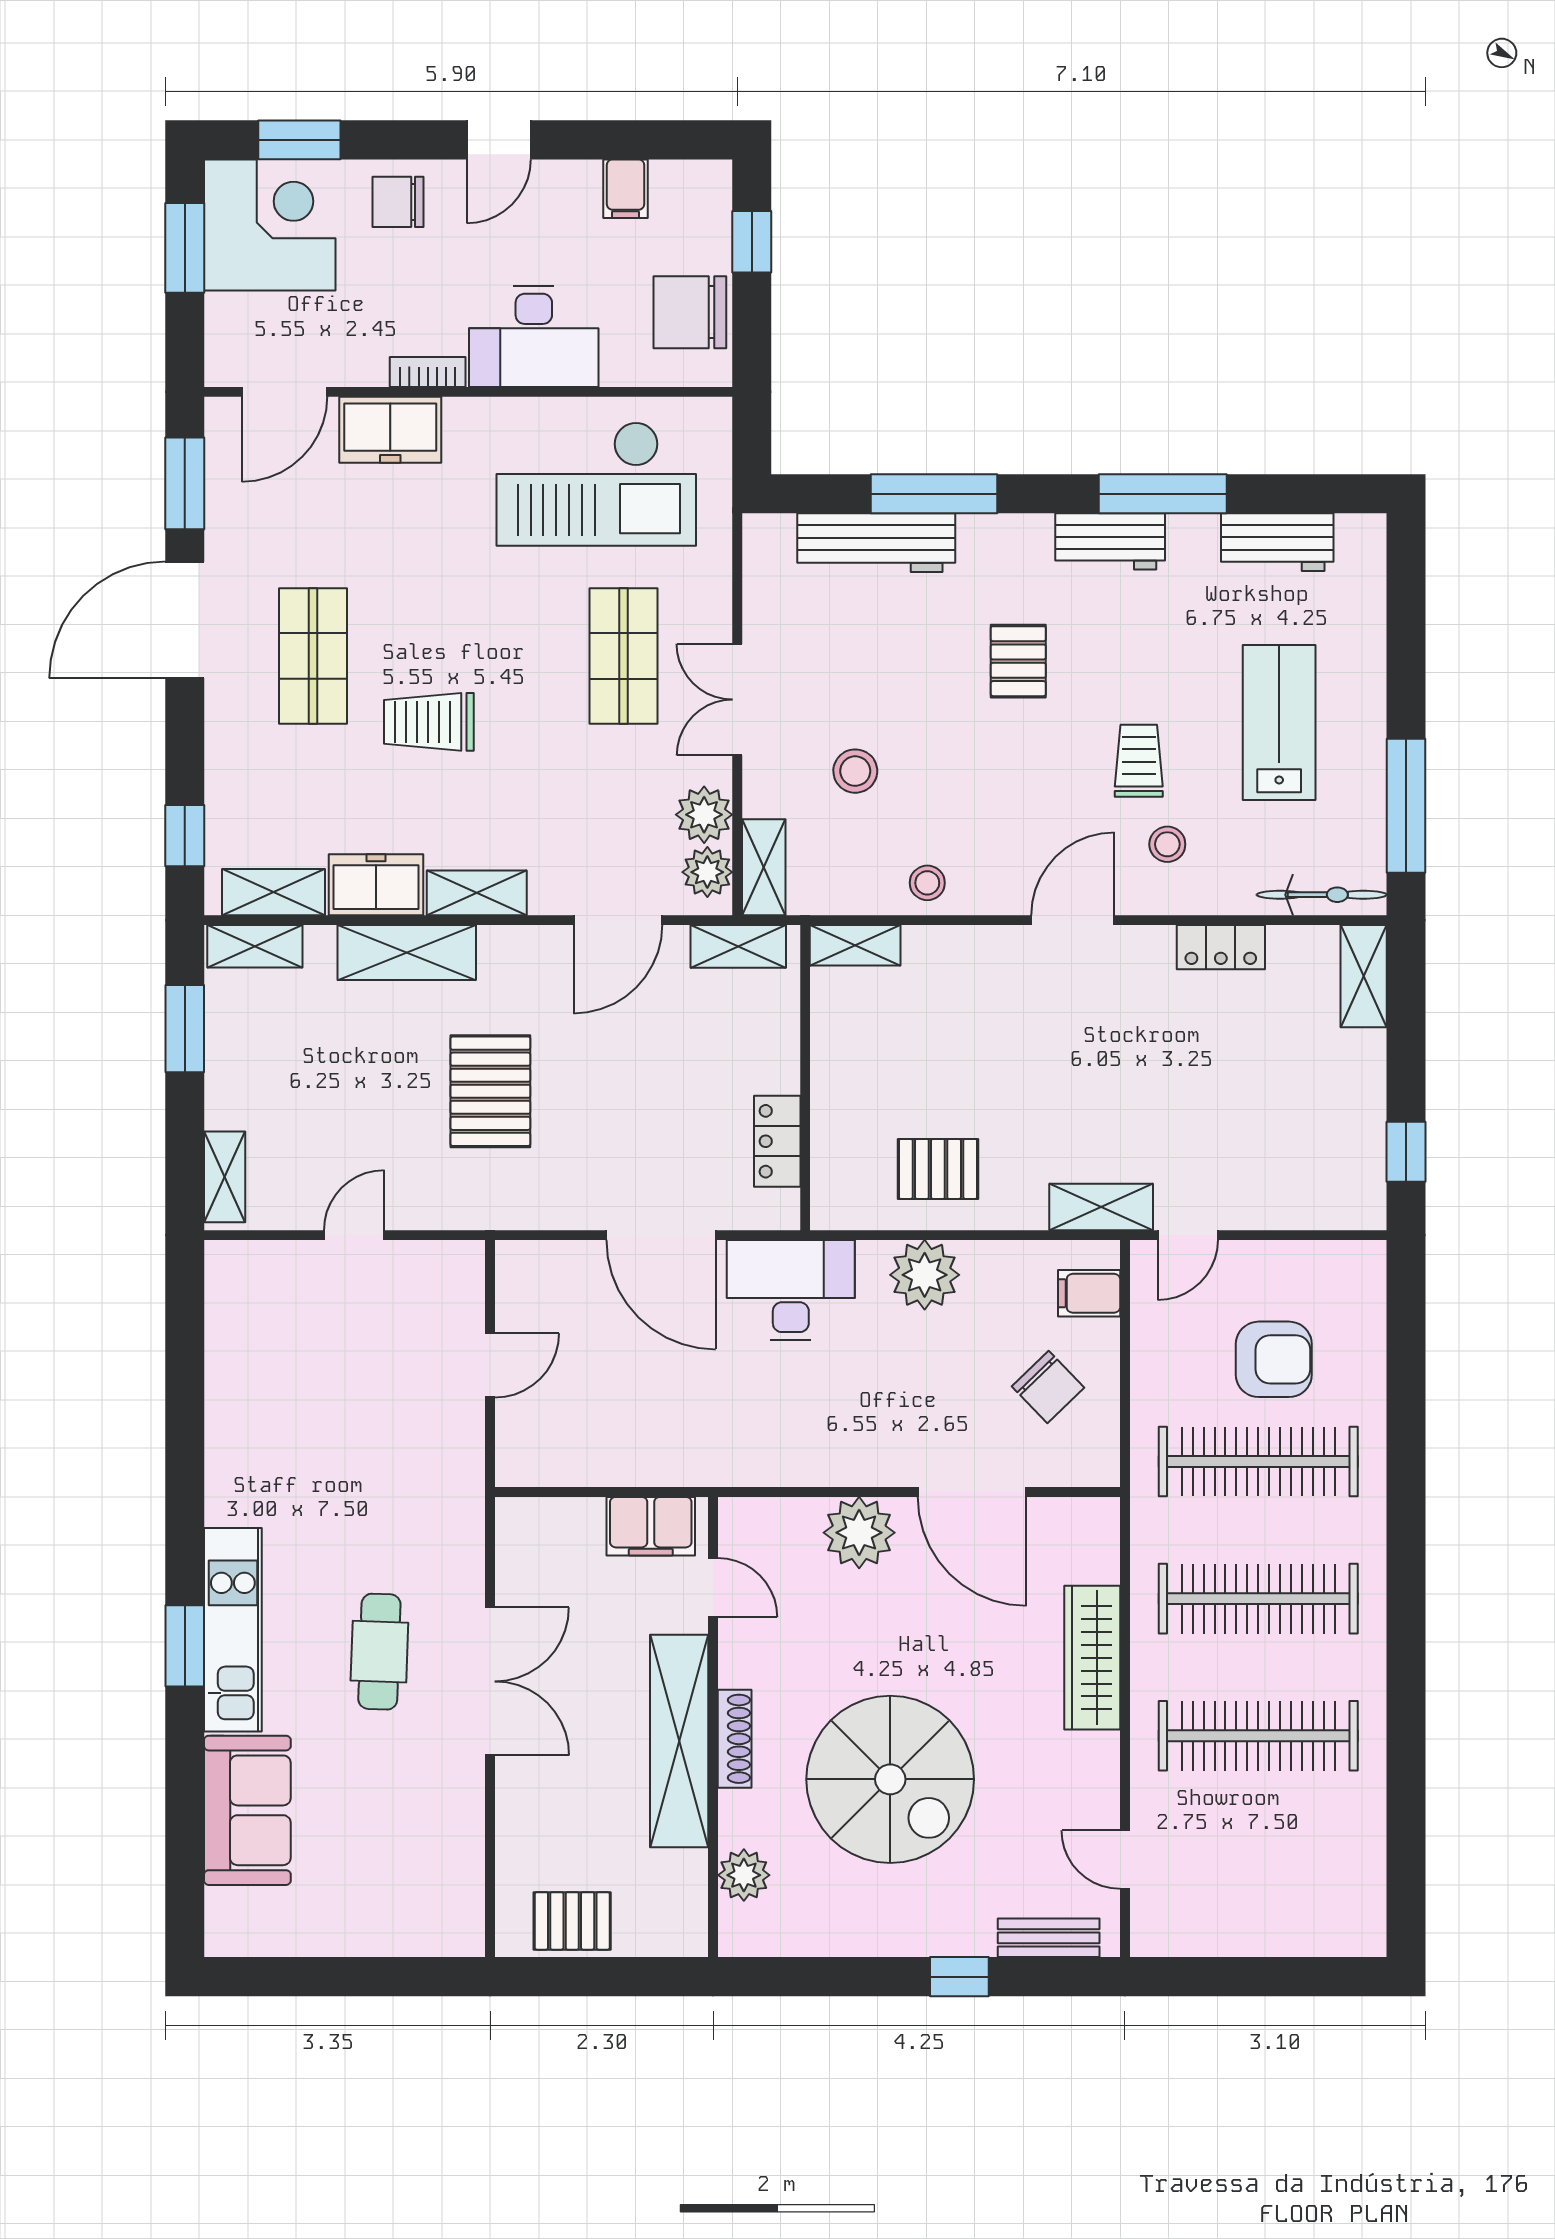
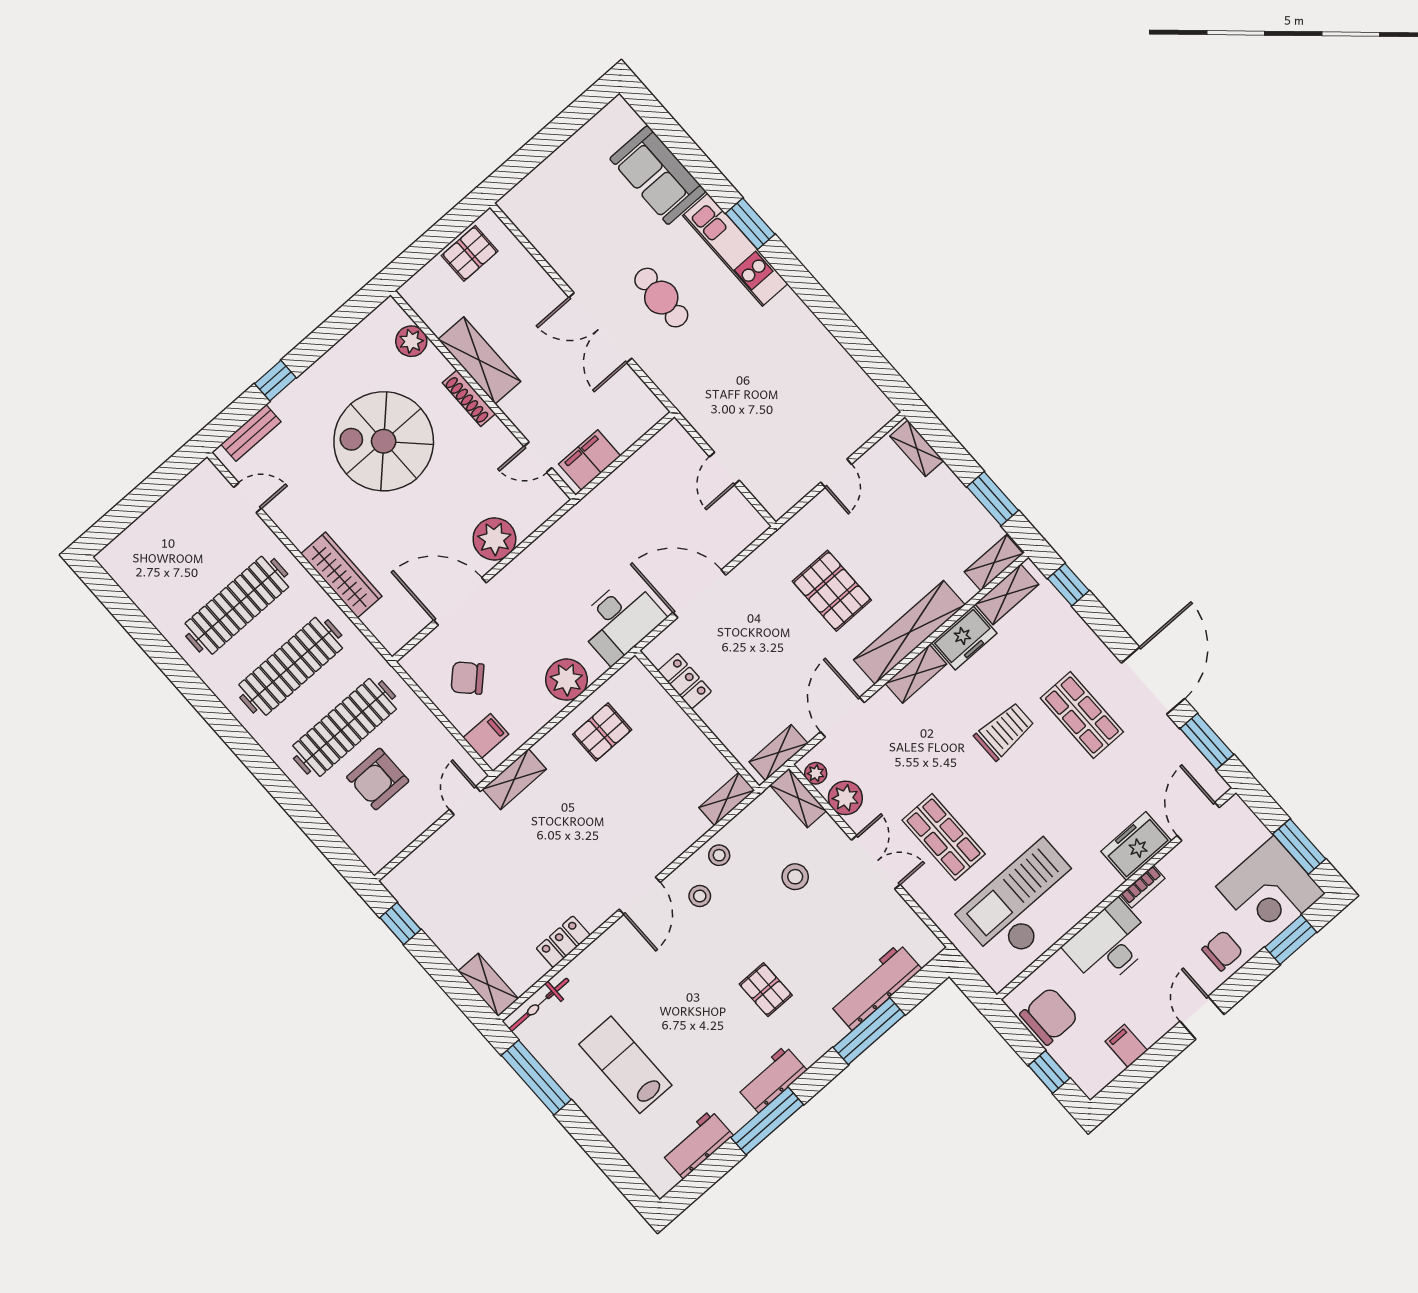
lab bench: (1279, 723) -> (625, 1065), turned 180
trolley: (1139, 761) -> (673, 993), removed
stool: (1167, 844) -> (700, 896), moved
plant: (707, 872) -> (816, 773), width x0.73, depth x0.73
shelving: (407, 953) -> (909, 632), width x1.47
shelving: (679, 1741) -> (479, 360), width x0.68

